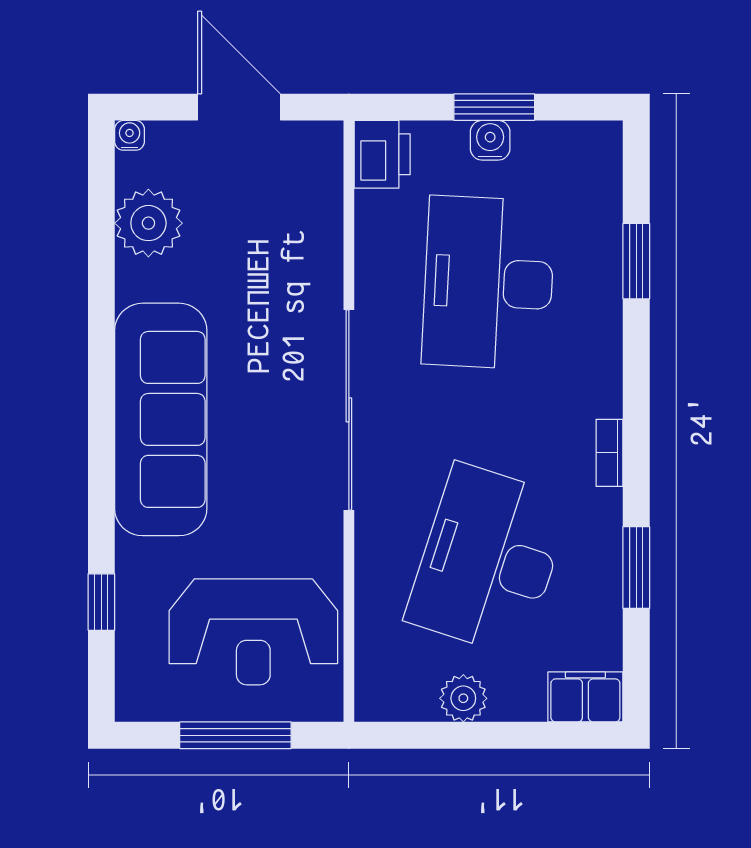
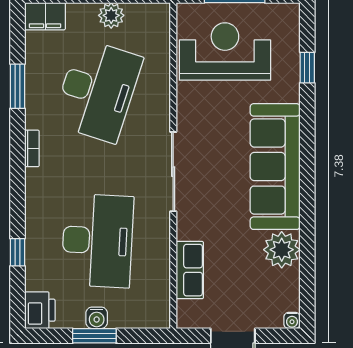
printer: (382, 154) -> (40, 310), moved, turned 180
plant: (148, 223) -> (282, 250), moved
row of seats: (318, 228) -> (190, 270), added
window: (636, 261) -> (17, 252), width x0.67
sliding door: (349, 410) -> (173, 172), width x0.73

